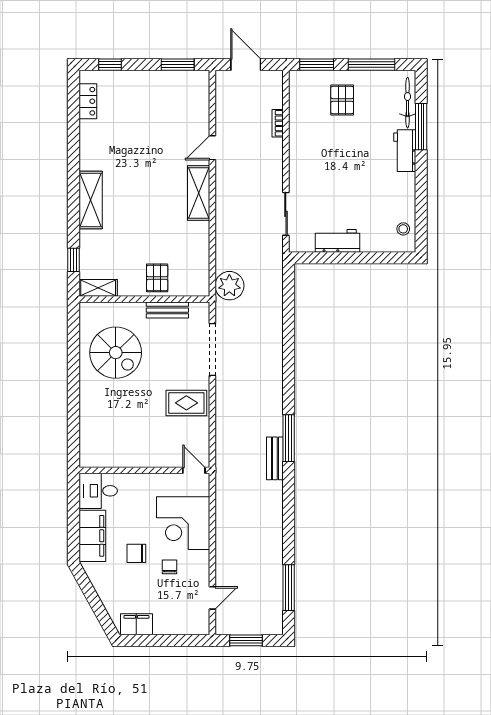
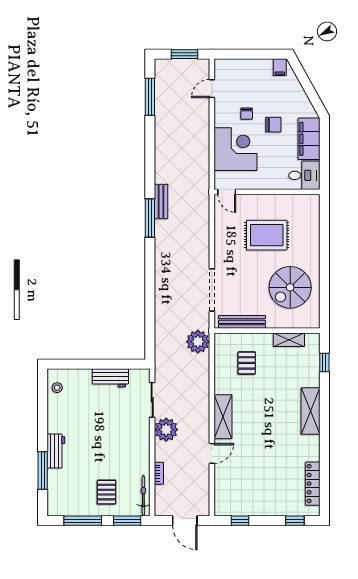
window: (178, 65) -> (240, 521), width x0.67
locker: (88, 101) -> (313, 484), width x1.53
bicycle: (408, 103) -> (143, 496), moved, turned 180
plant: (269, 177) -> (166, 430), added
pallet: (157, 278) -> (247, 363), moved
shelving: (98, 288) -> (289, 340), moved
bench: (167, 310) -> (242, 322), width x1.36
spiral stairs: (116, 353) -> (290, 287), turned -90
rug: (186, 403) -> (267, 235), moved, width x1.36, depth x1.43
filing cabinet: (136, 624) -> (280, 67), width x0.50

